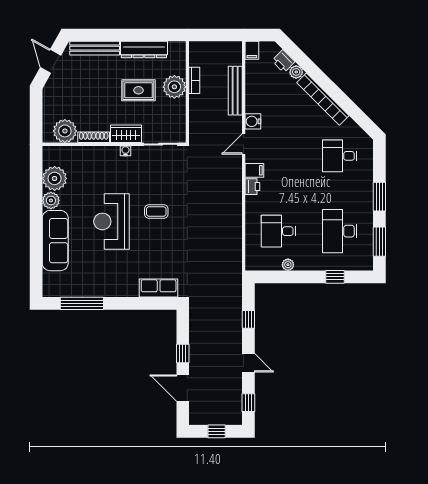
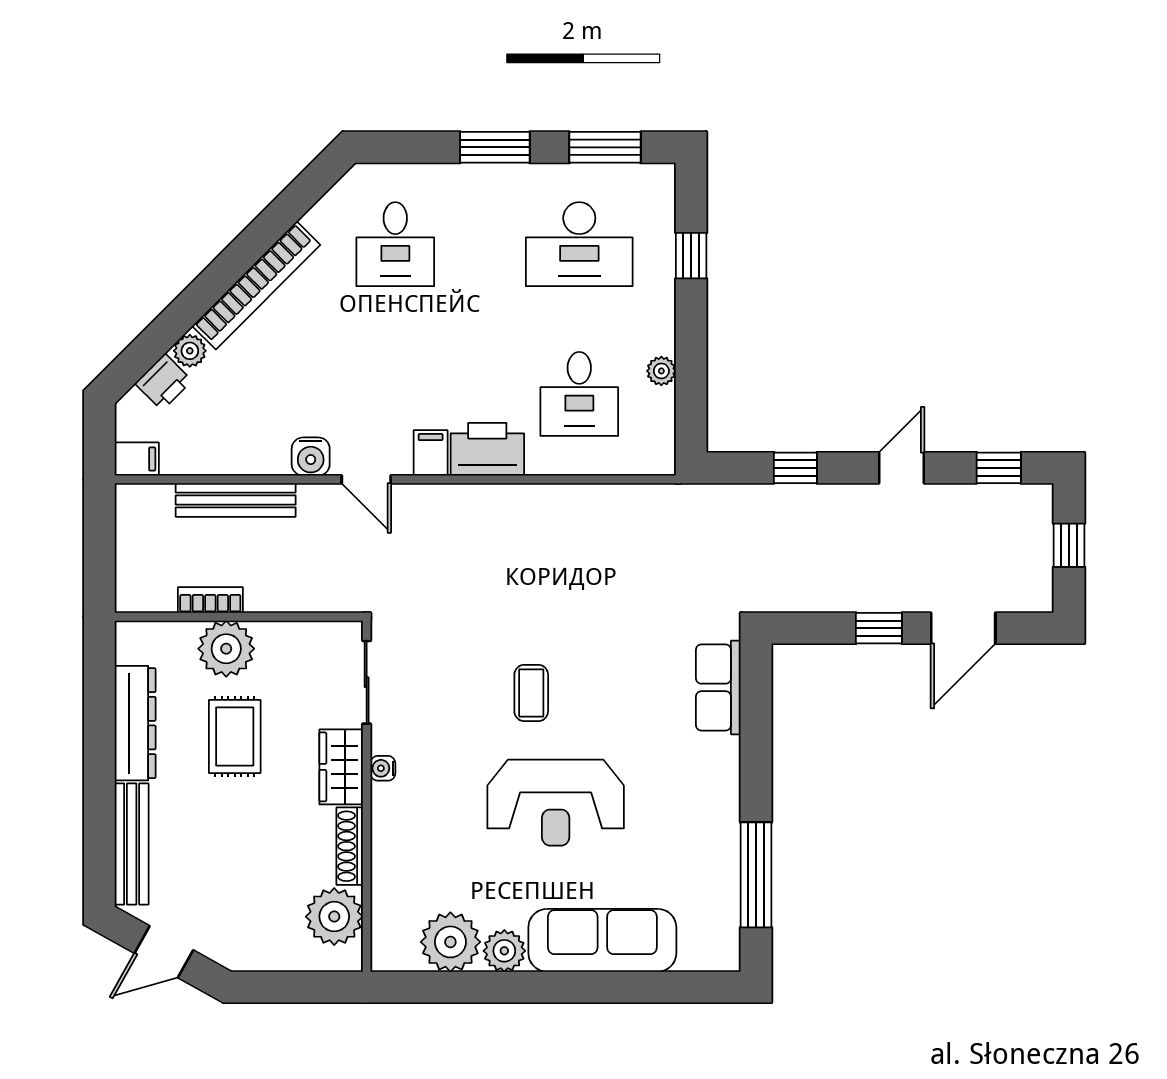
printer: (252, 187) -> (487, 449), width x1.87, depth x1.48

